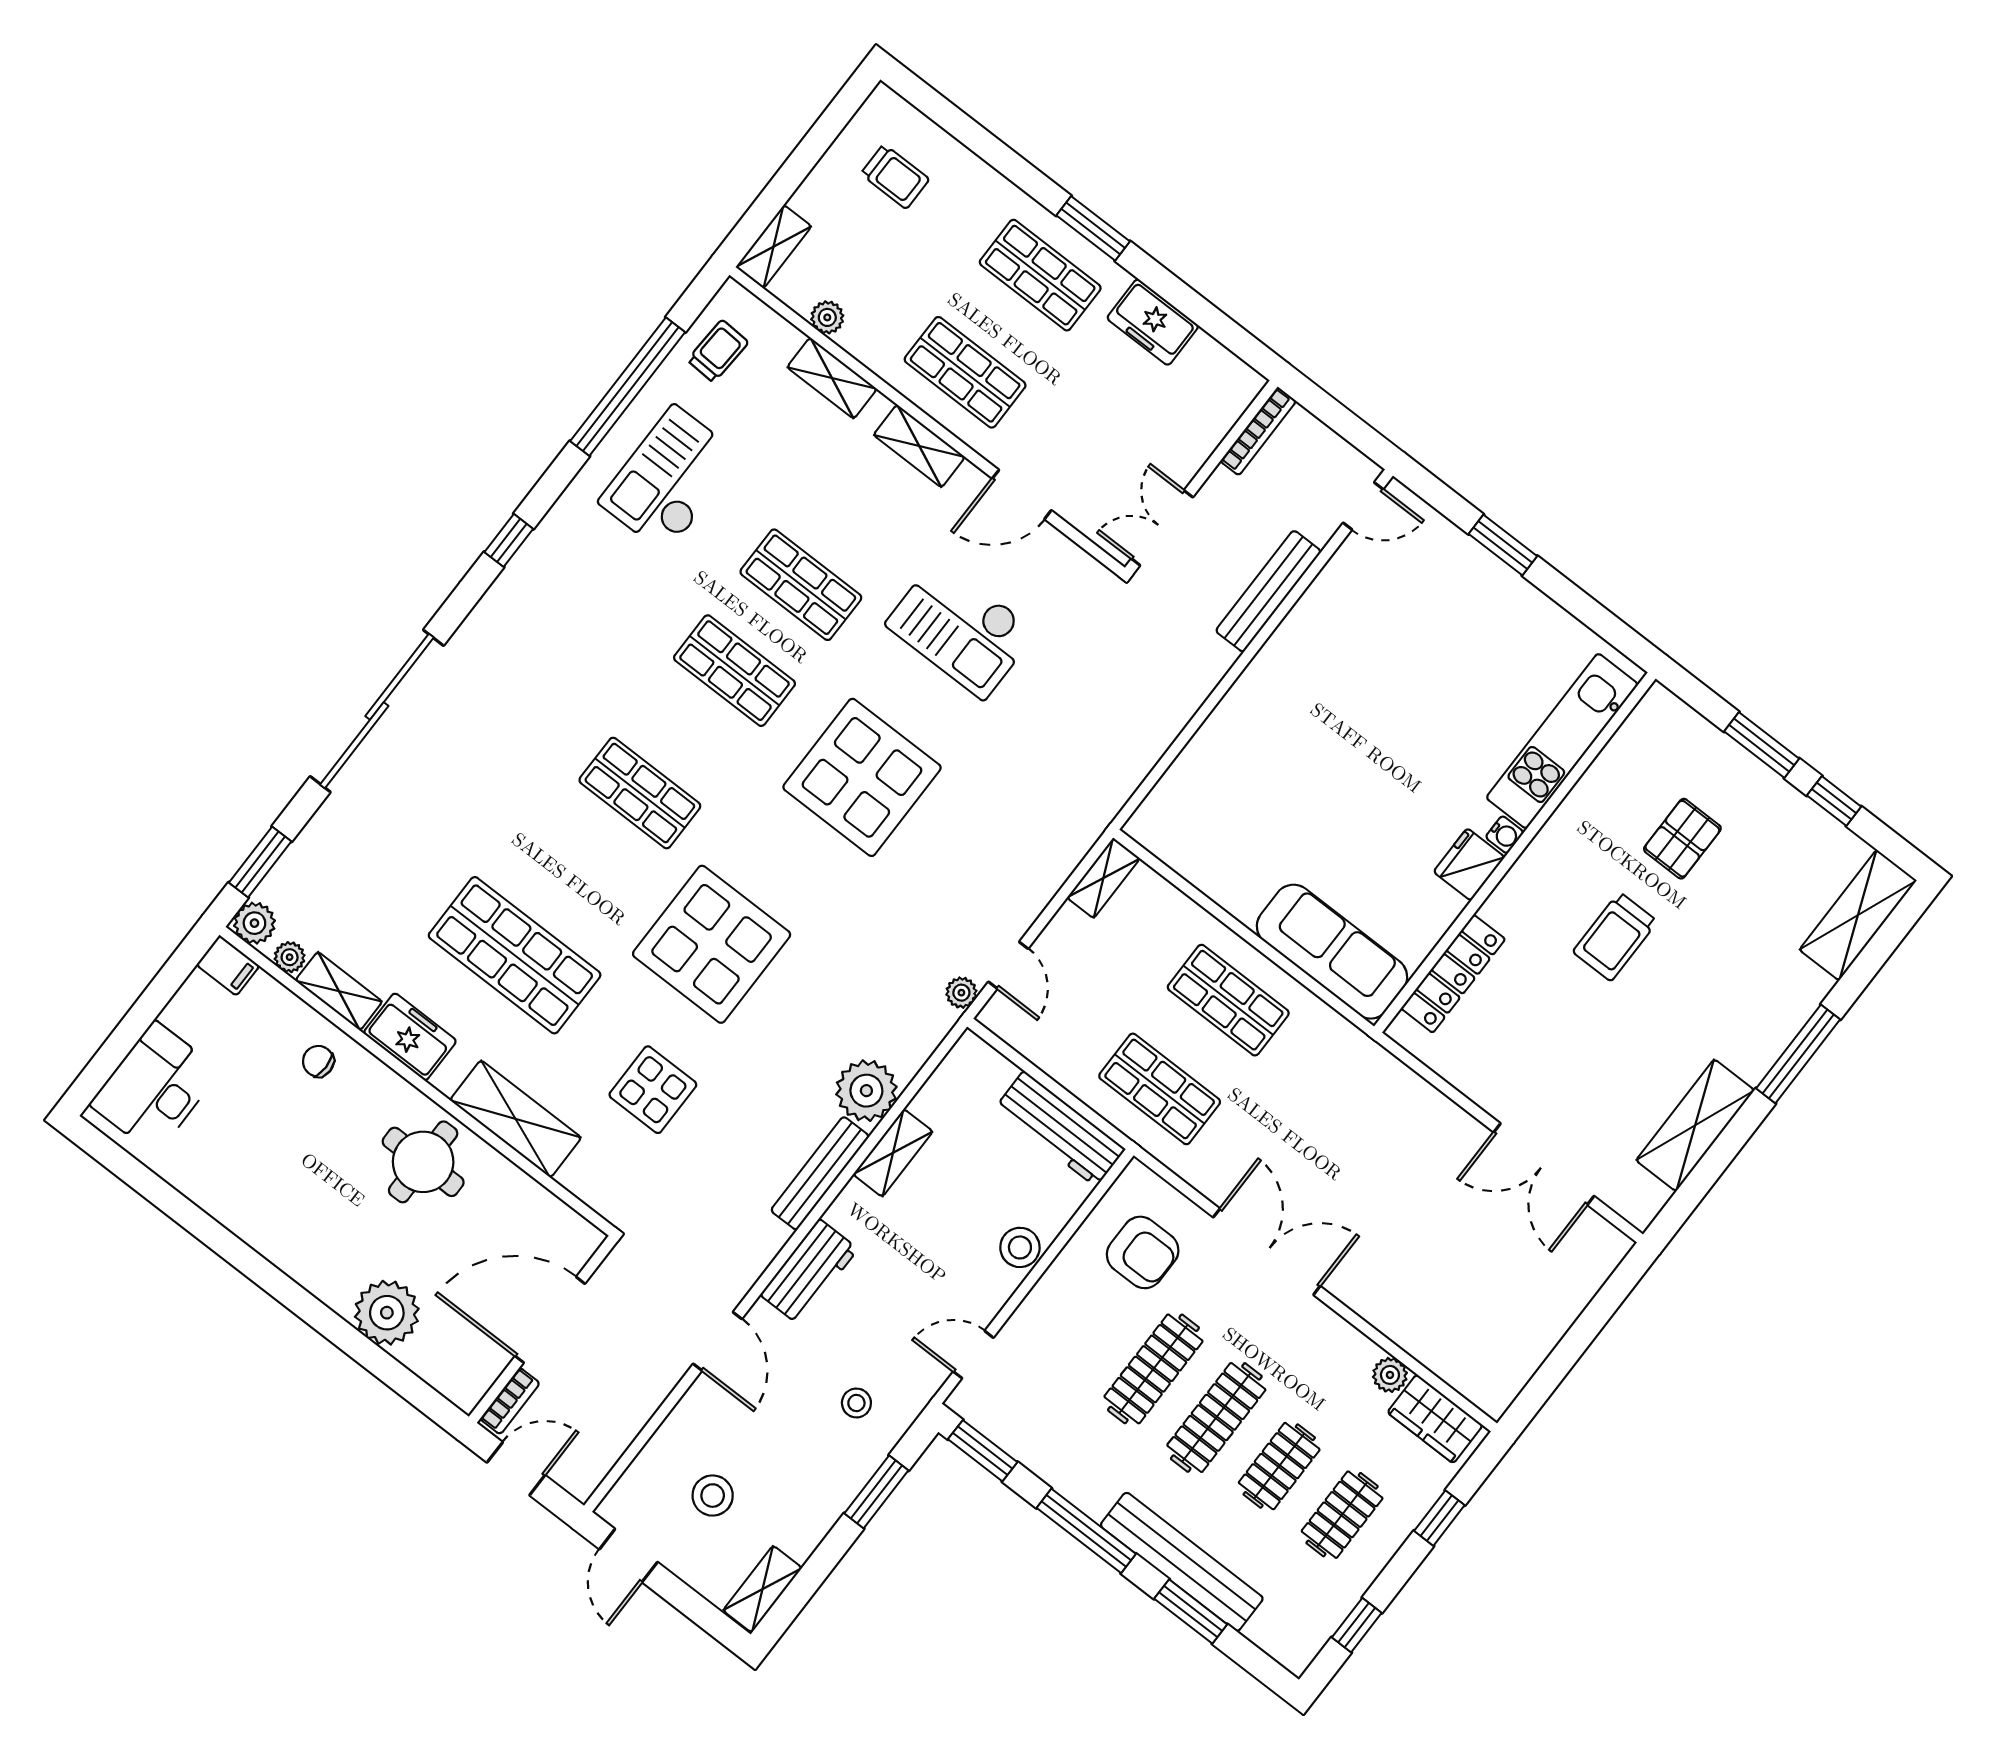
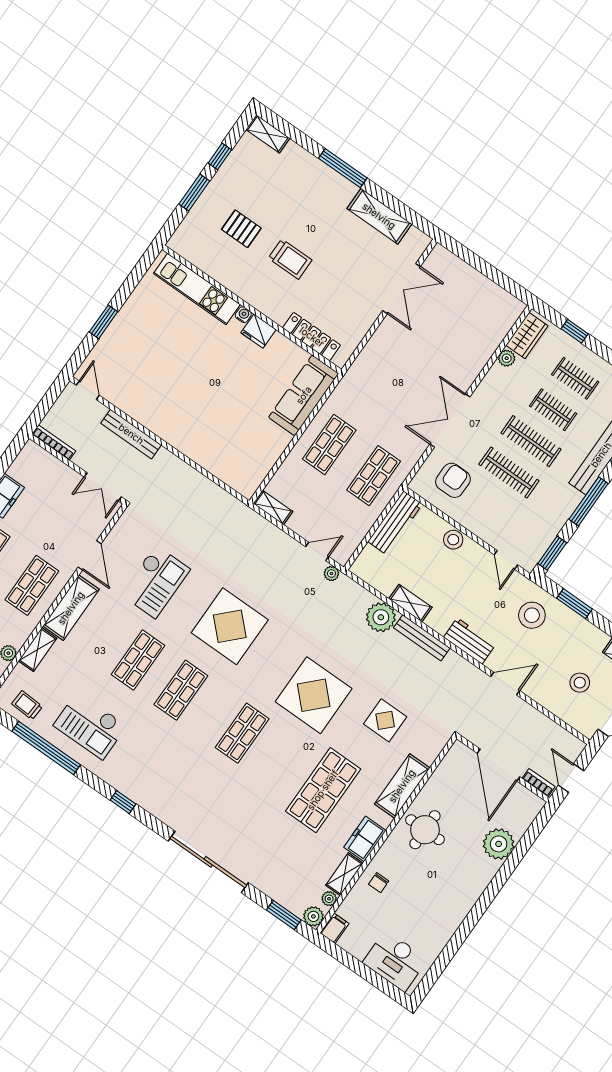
shelving: (919, 446) -> (71, 608), width x1.50, depth x1.33
shelving: (1858, 915) -> (268, 134), width x0.67, depth x0.75
stool: (856, 1403) -> (532, 615), width x1.89, depth x1.89

